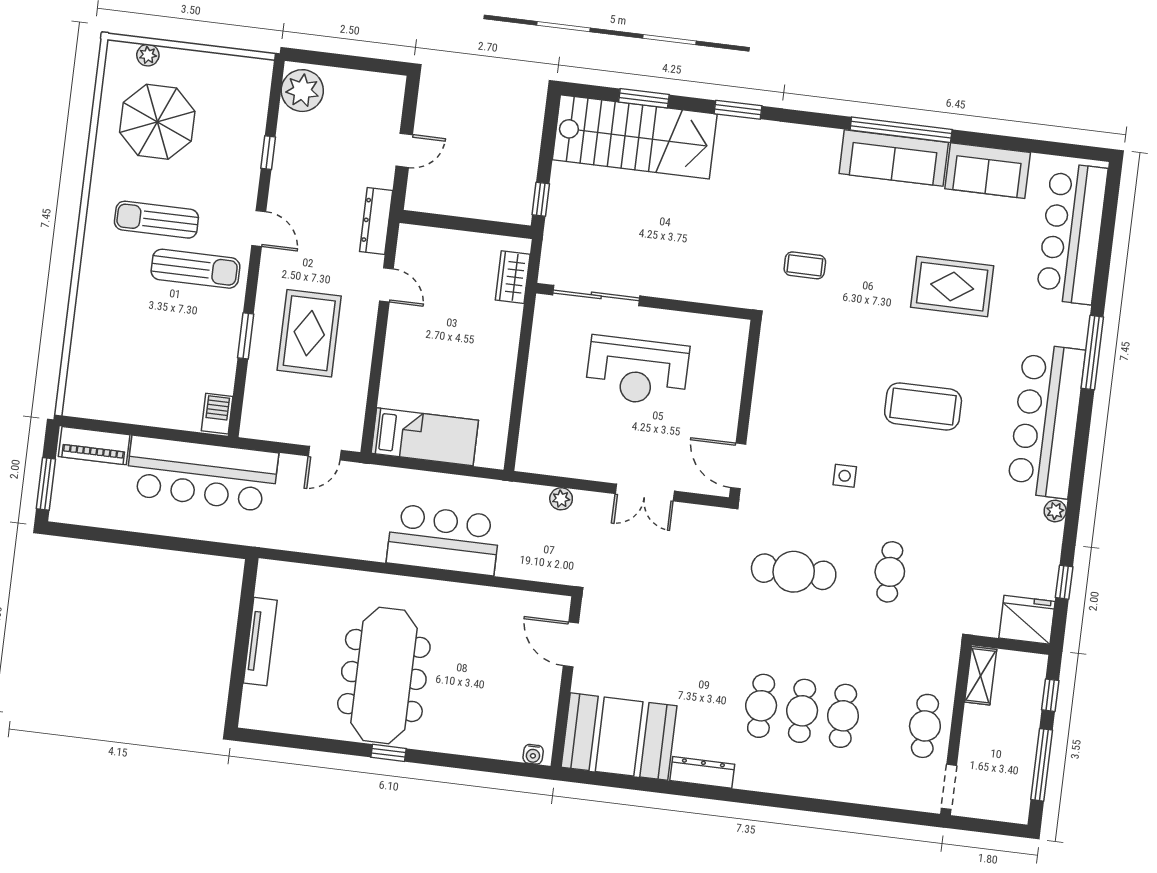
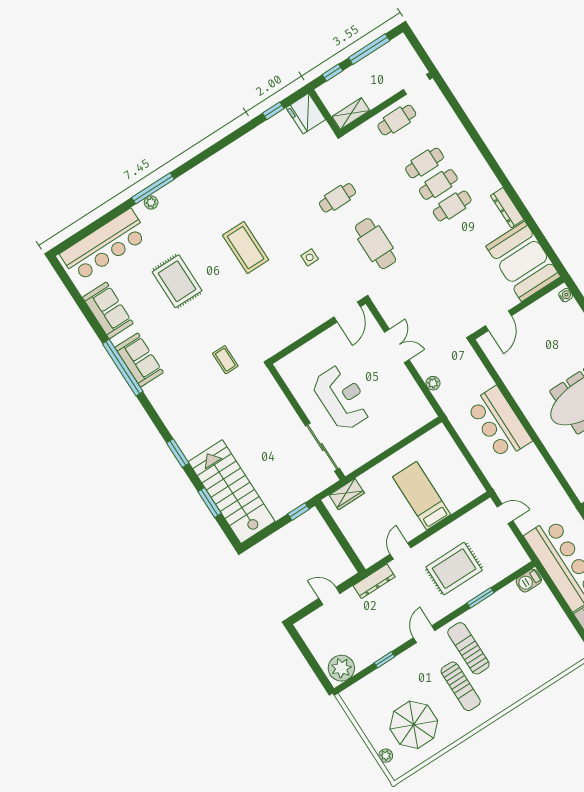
sofa: (894, 158) -> (139, 360), width x0.73
bar counter: (1046, 421) -> (204, 183), removed
bed: (425, 437) -> (422, 496), moved
plant: (1055, 511) -> (151, 202), moved

